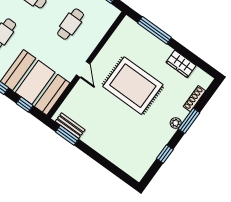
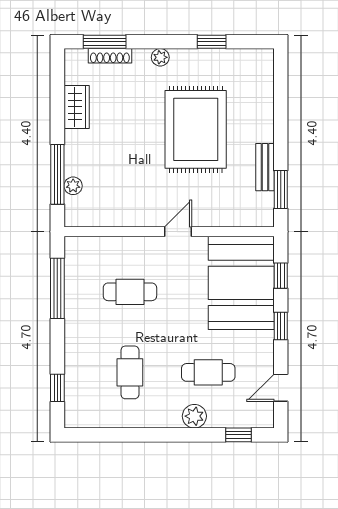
plant: (143, 34) -> (73, 186), added
rug: (133, 86) -> (196, 129), moved
window: (189, 121) -> (105, 42), moved
bench: (70, 126) -> (265, 167), moved

